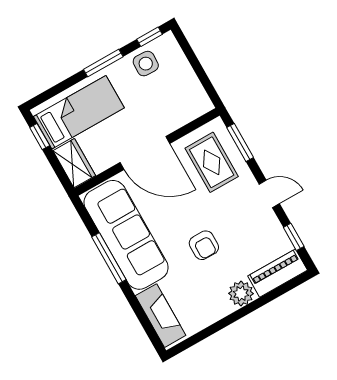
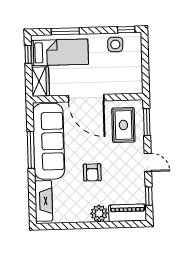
window: (103, 63) -> (65, 31), moved

